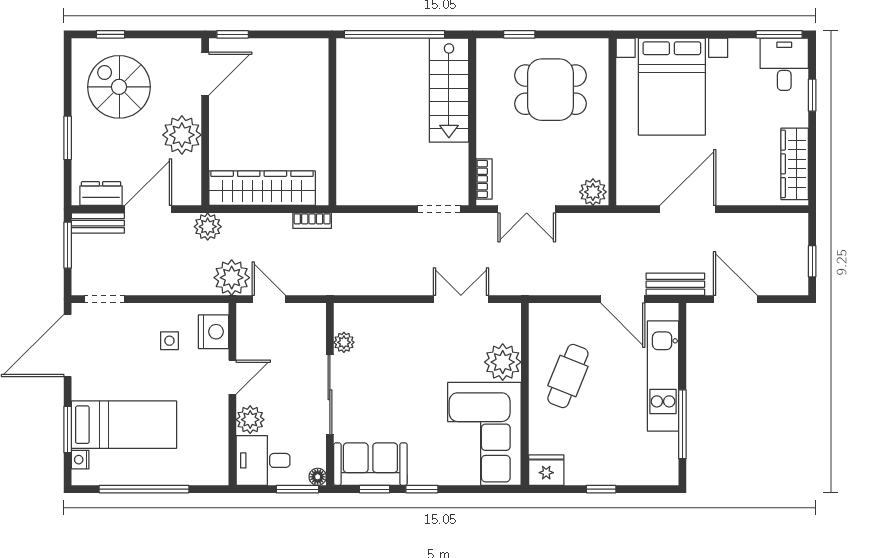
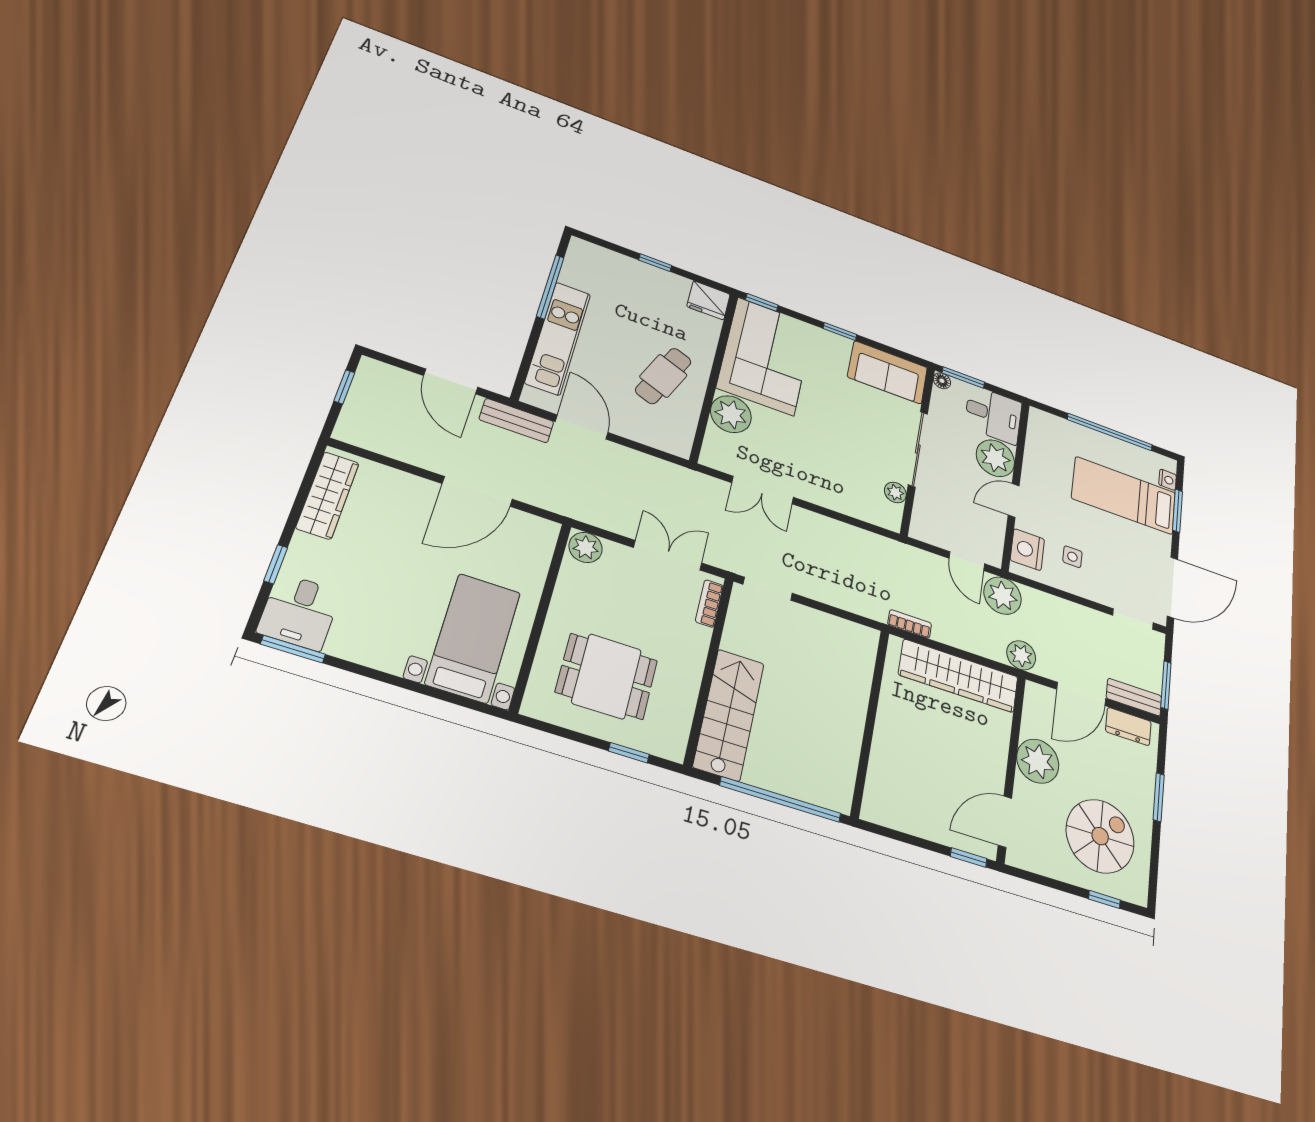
spiral stairs: (119, 87) -> (1100, 836), turned -90
bed with nightstands: (672, 87) -> (473, 638), width x0.73
plant: (250, 420) -> (995, 458), width x1.36, depth x1.36
window: (375, 489) -> (762, 302), moved

